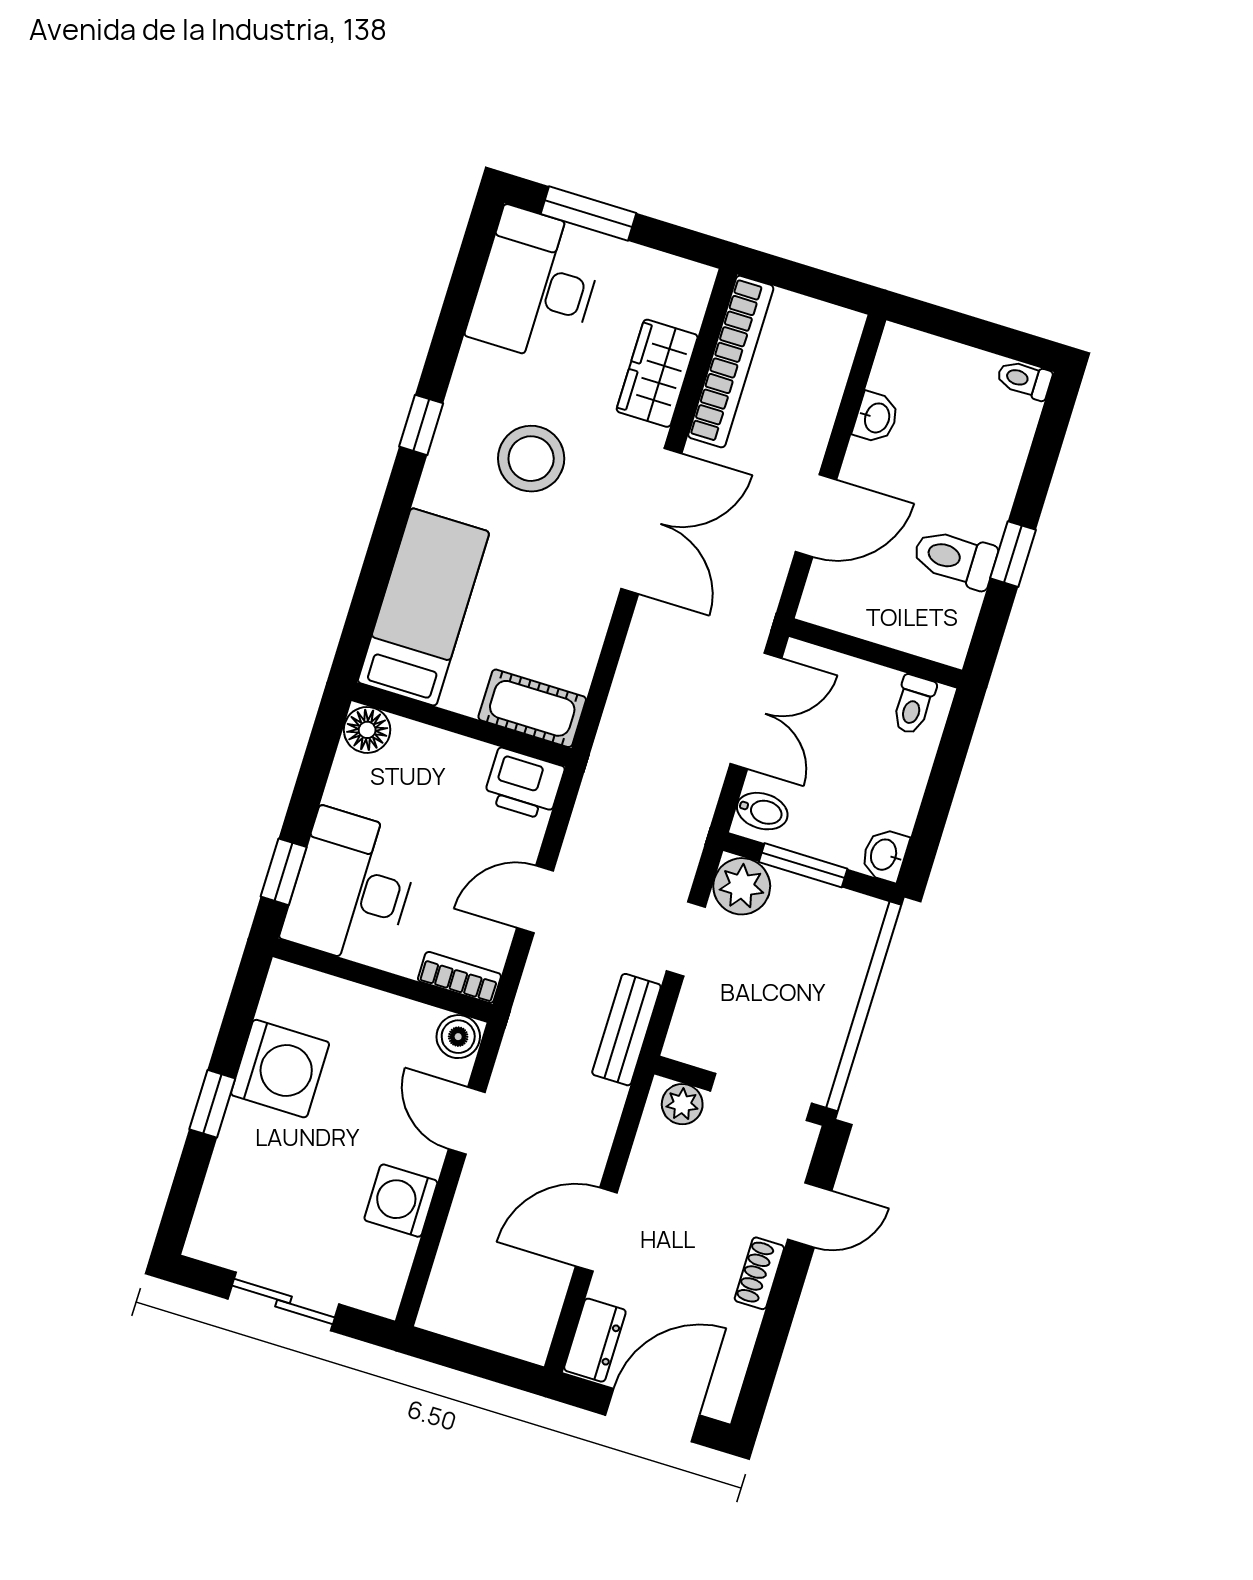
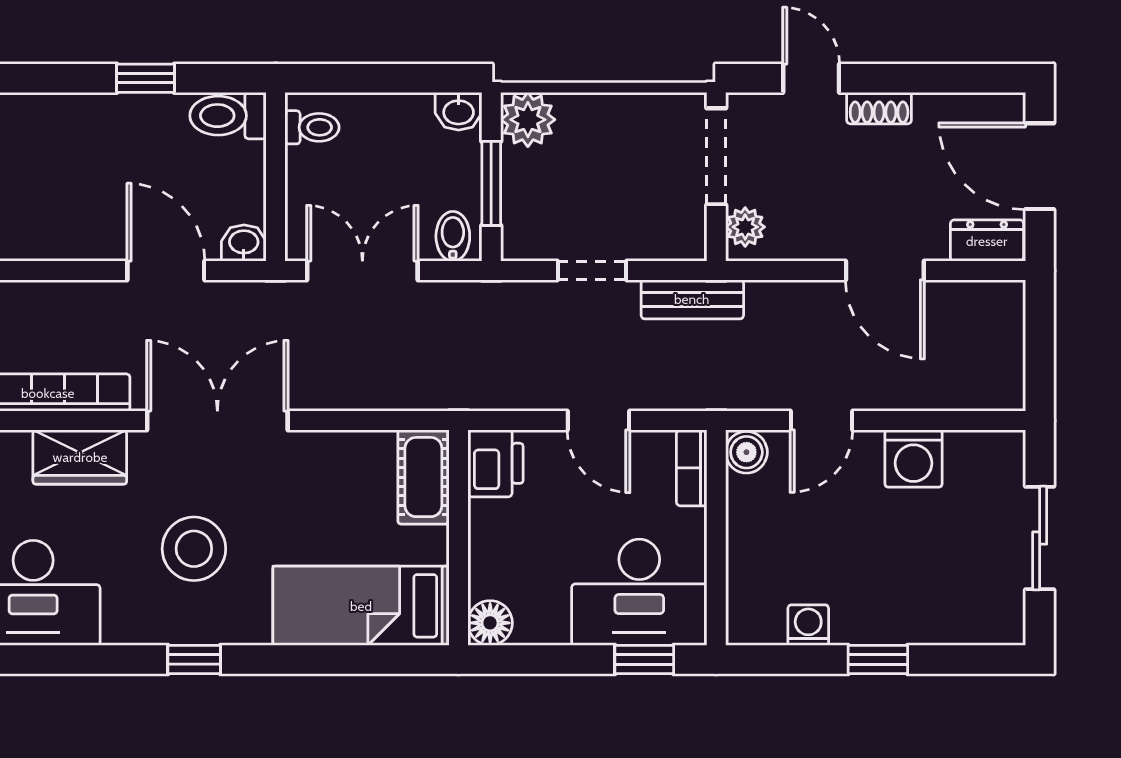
washbasin: (876, 418) -> (244, 243), moved
toilet: (955, 558) -> (228, 116), moved, turned 90
plant: (742, 886) -> (528, 120), moved
washing machine: (280, 1069) -> (808, 625), width x0.53, depth x0.53

